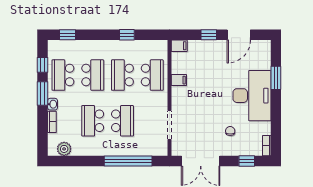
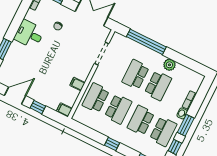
window: (127, 35) -> (112, 144), moved
desk: (252, 96) -> (29, 34), width x0.53, depth x0.77
plant: (64, 149) -> (169, 65), moved

